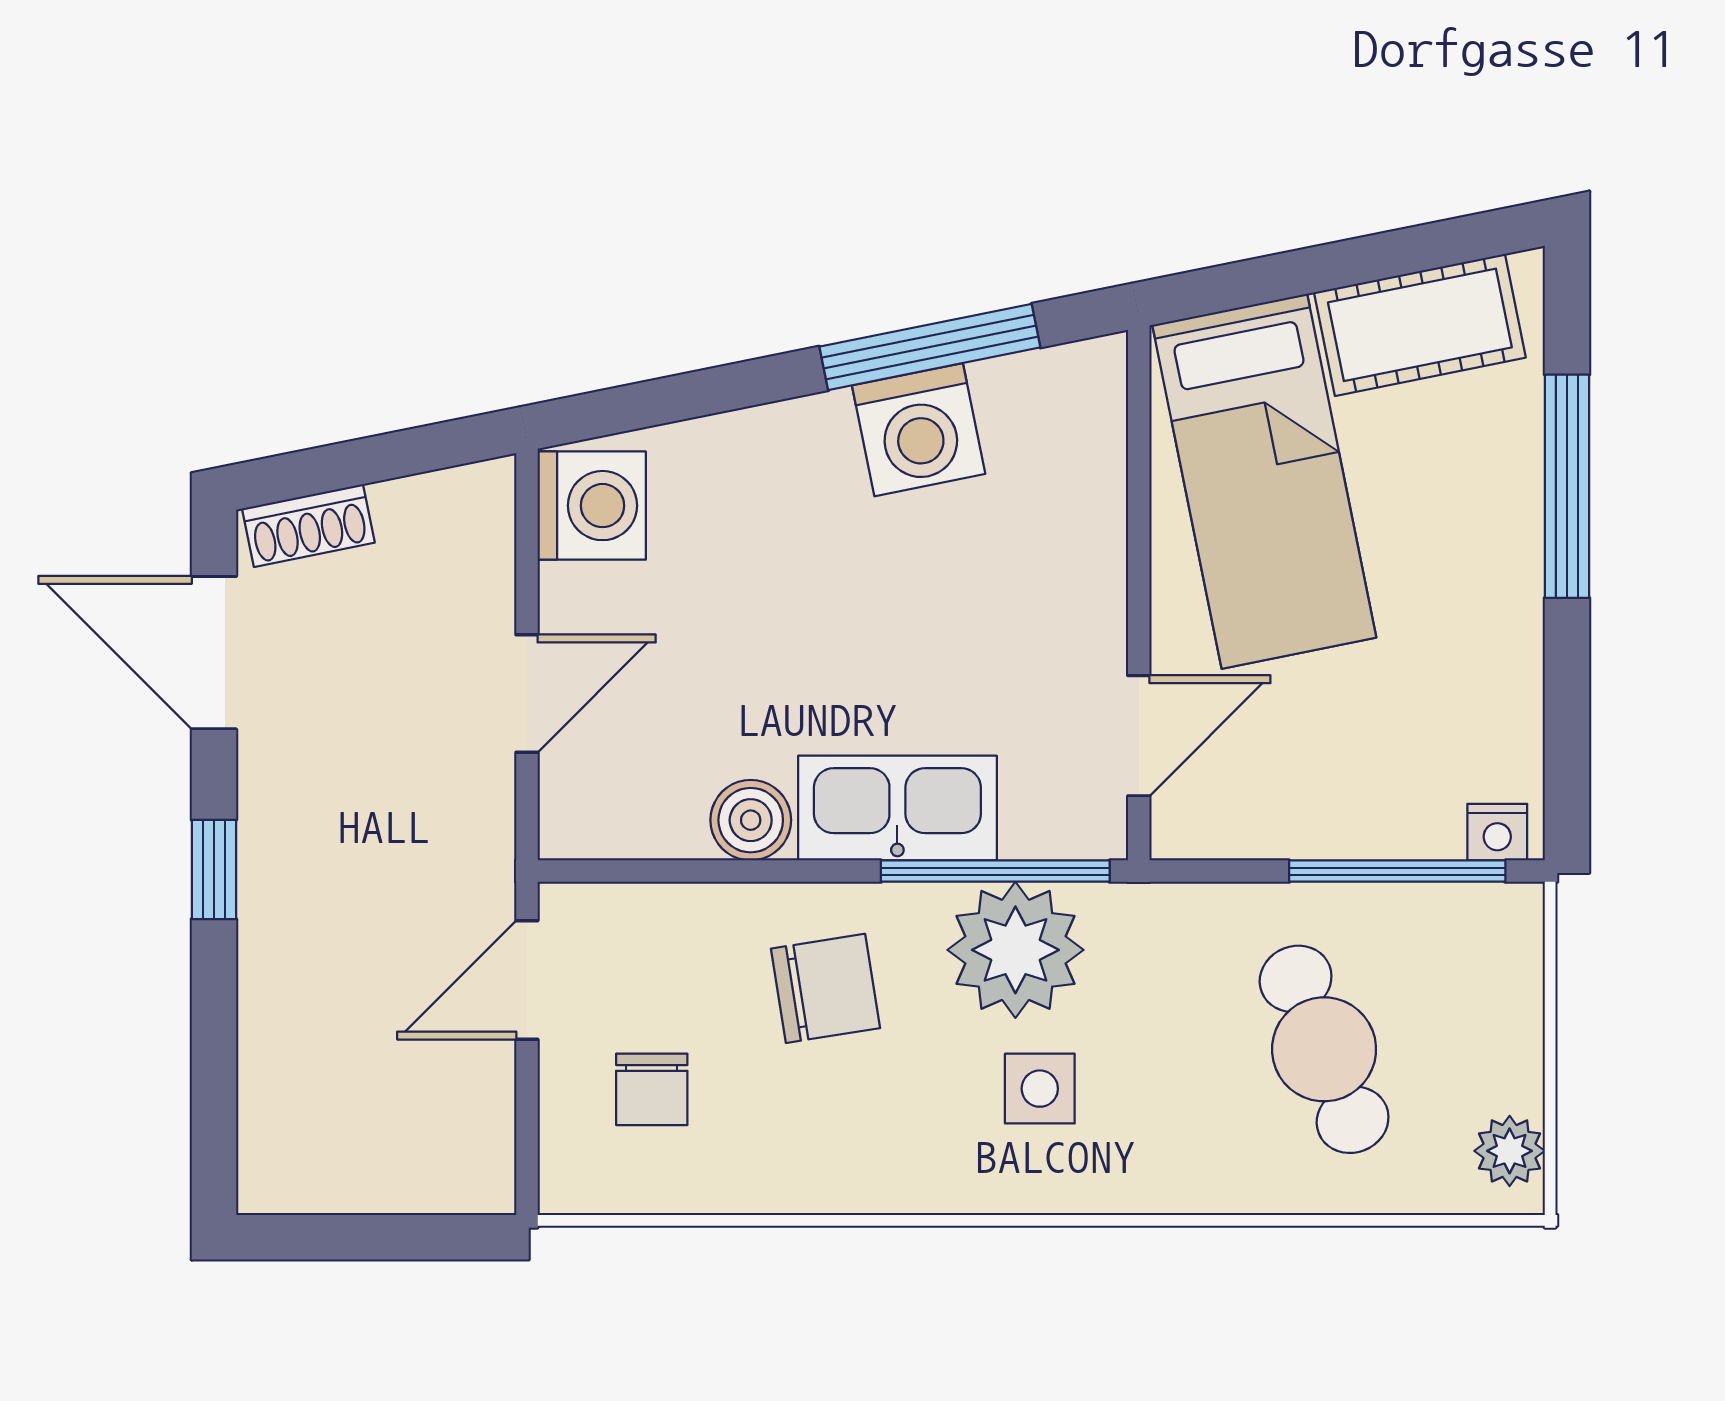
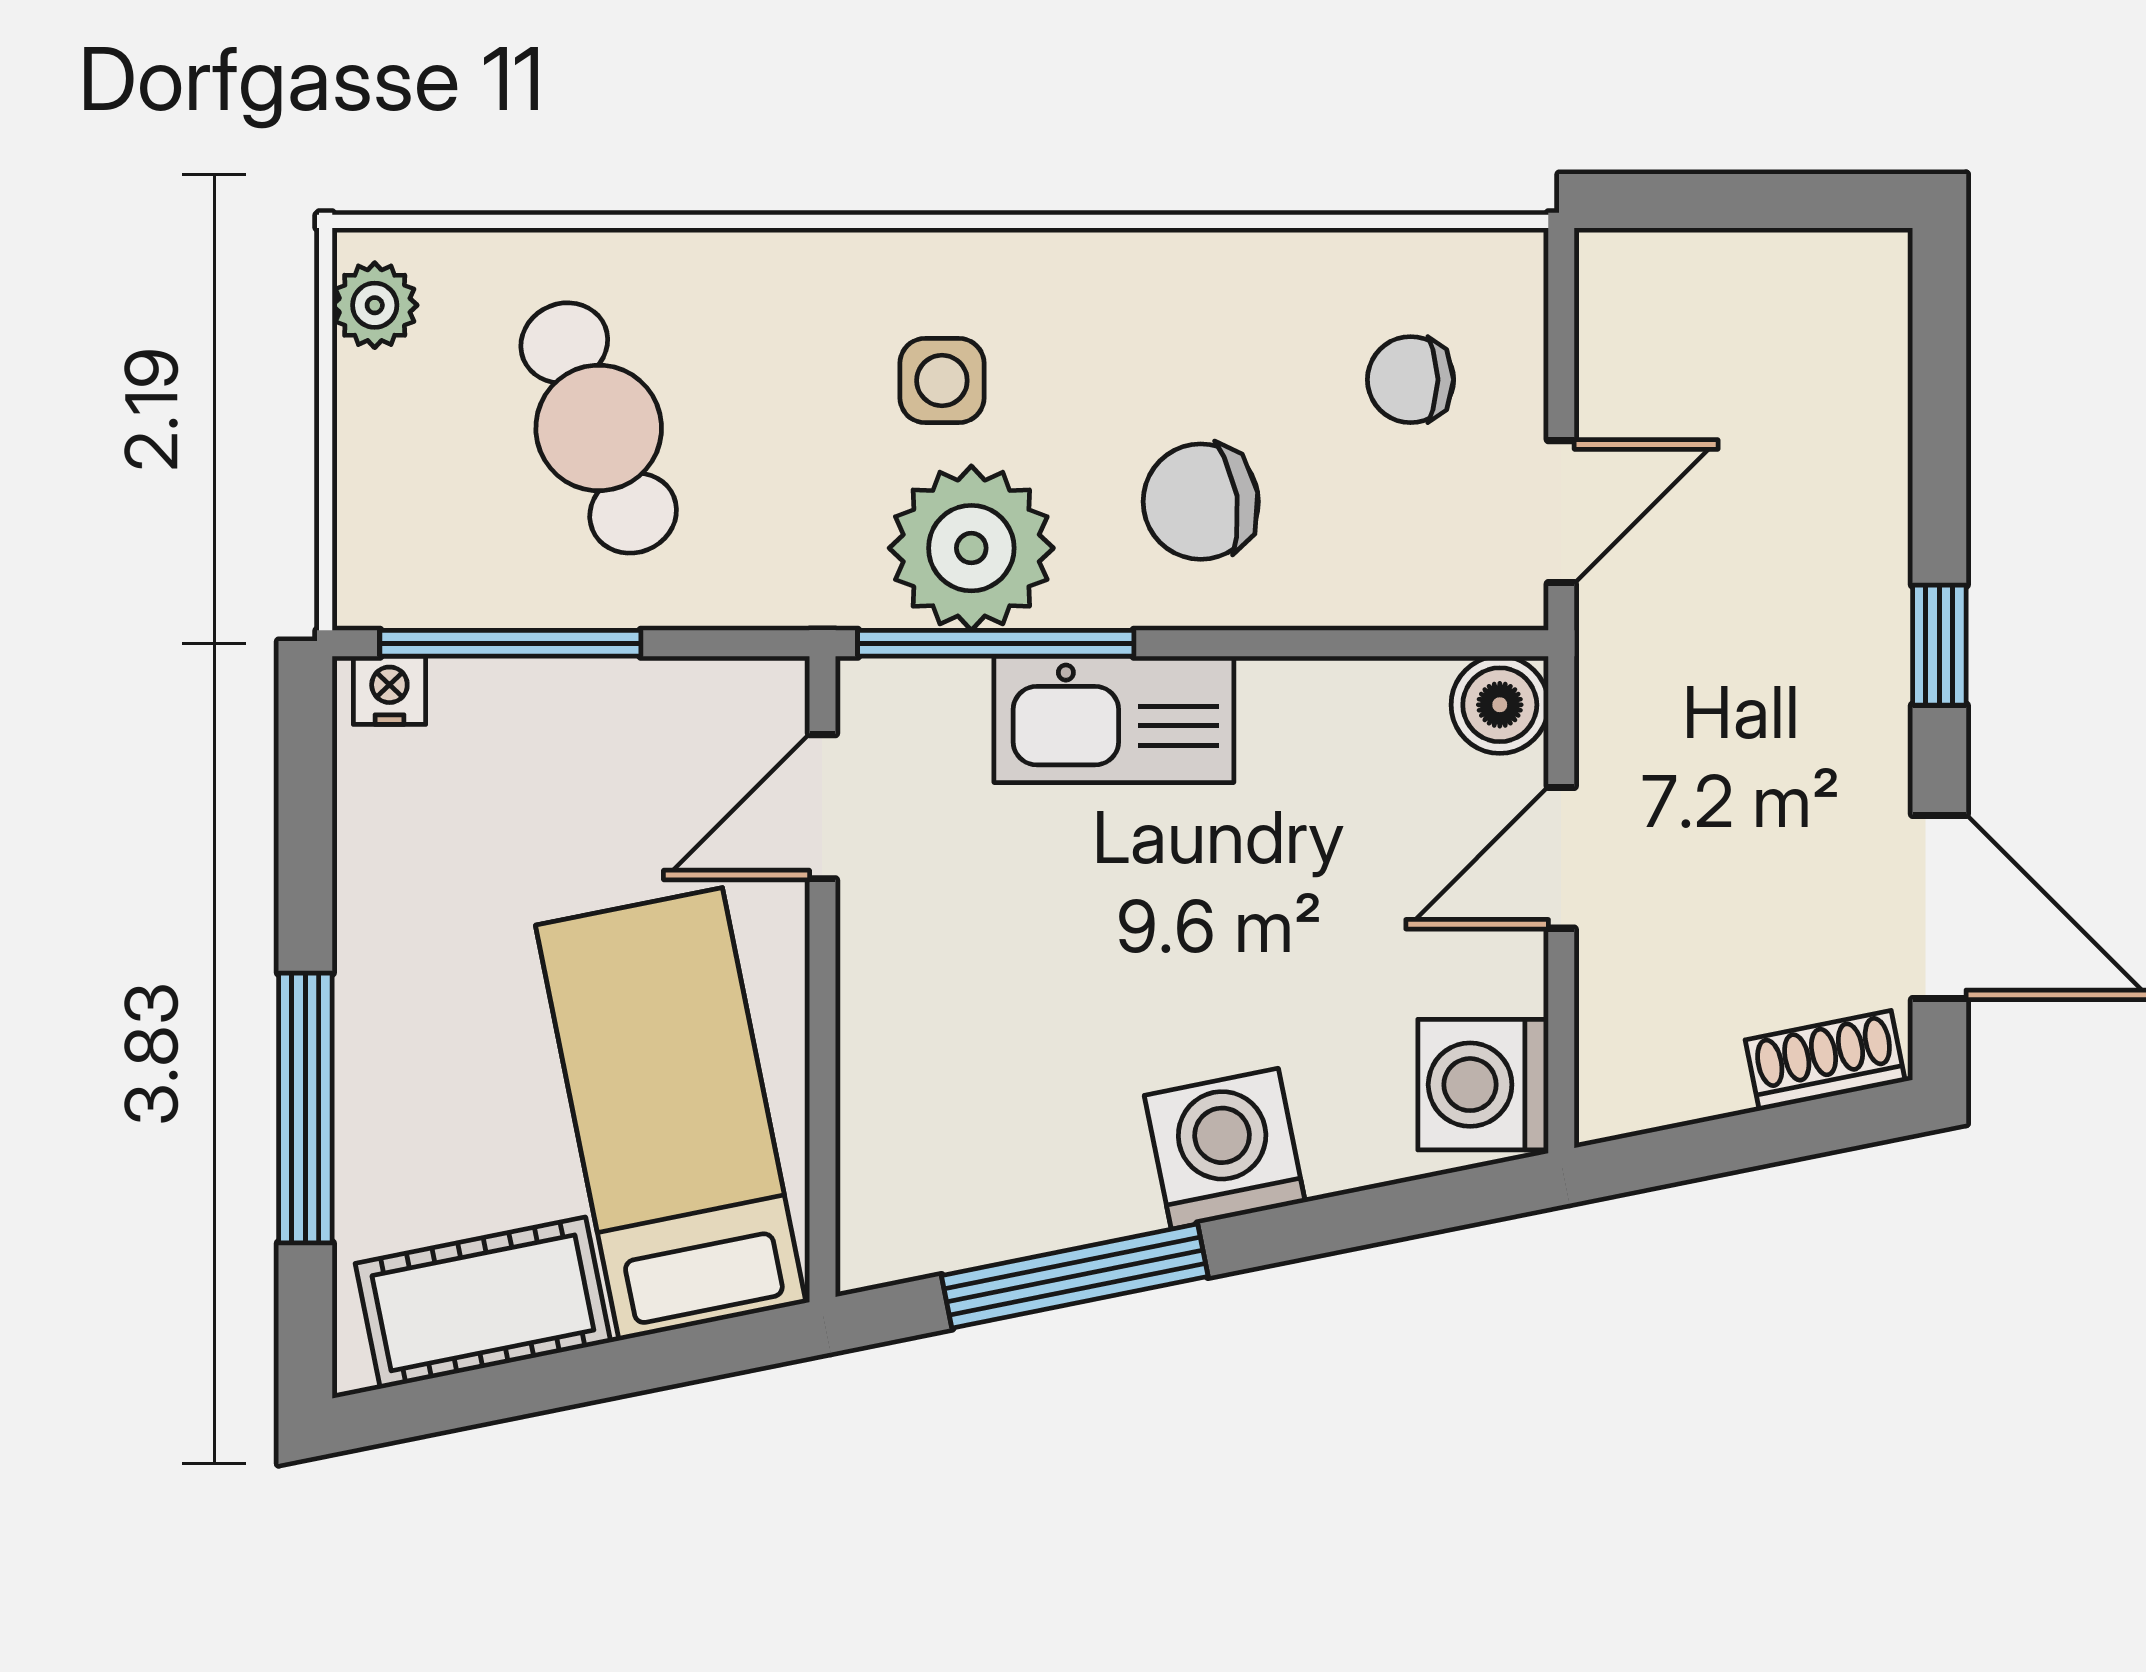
washing machine: (919, 430) -> (1225, 1149), moved
boiler: (751, 820) -> (1500, 705), moved
chair: (652, 1089) -> (1411, 380), turned -90

